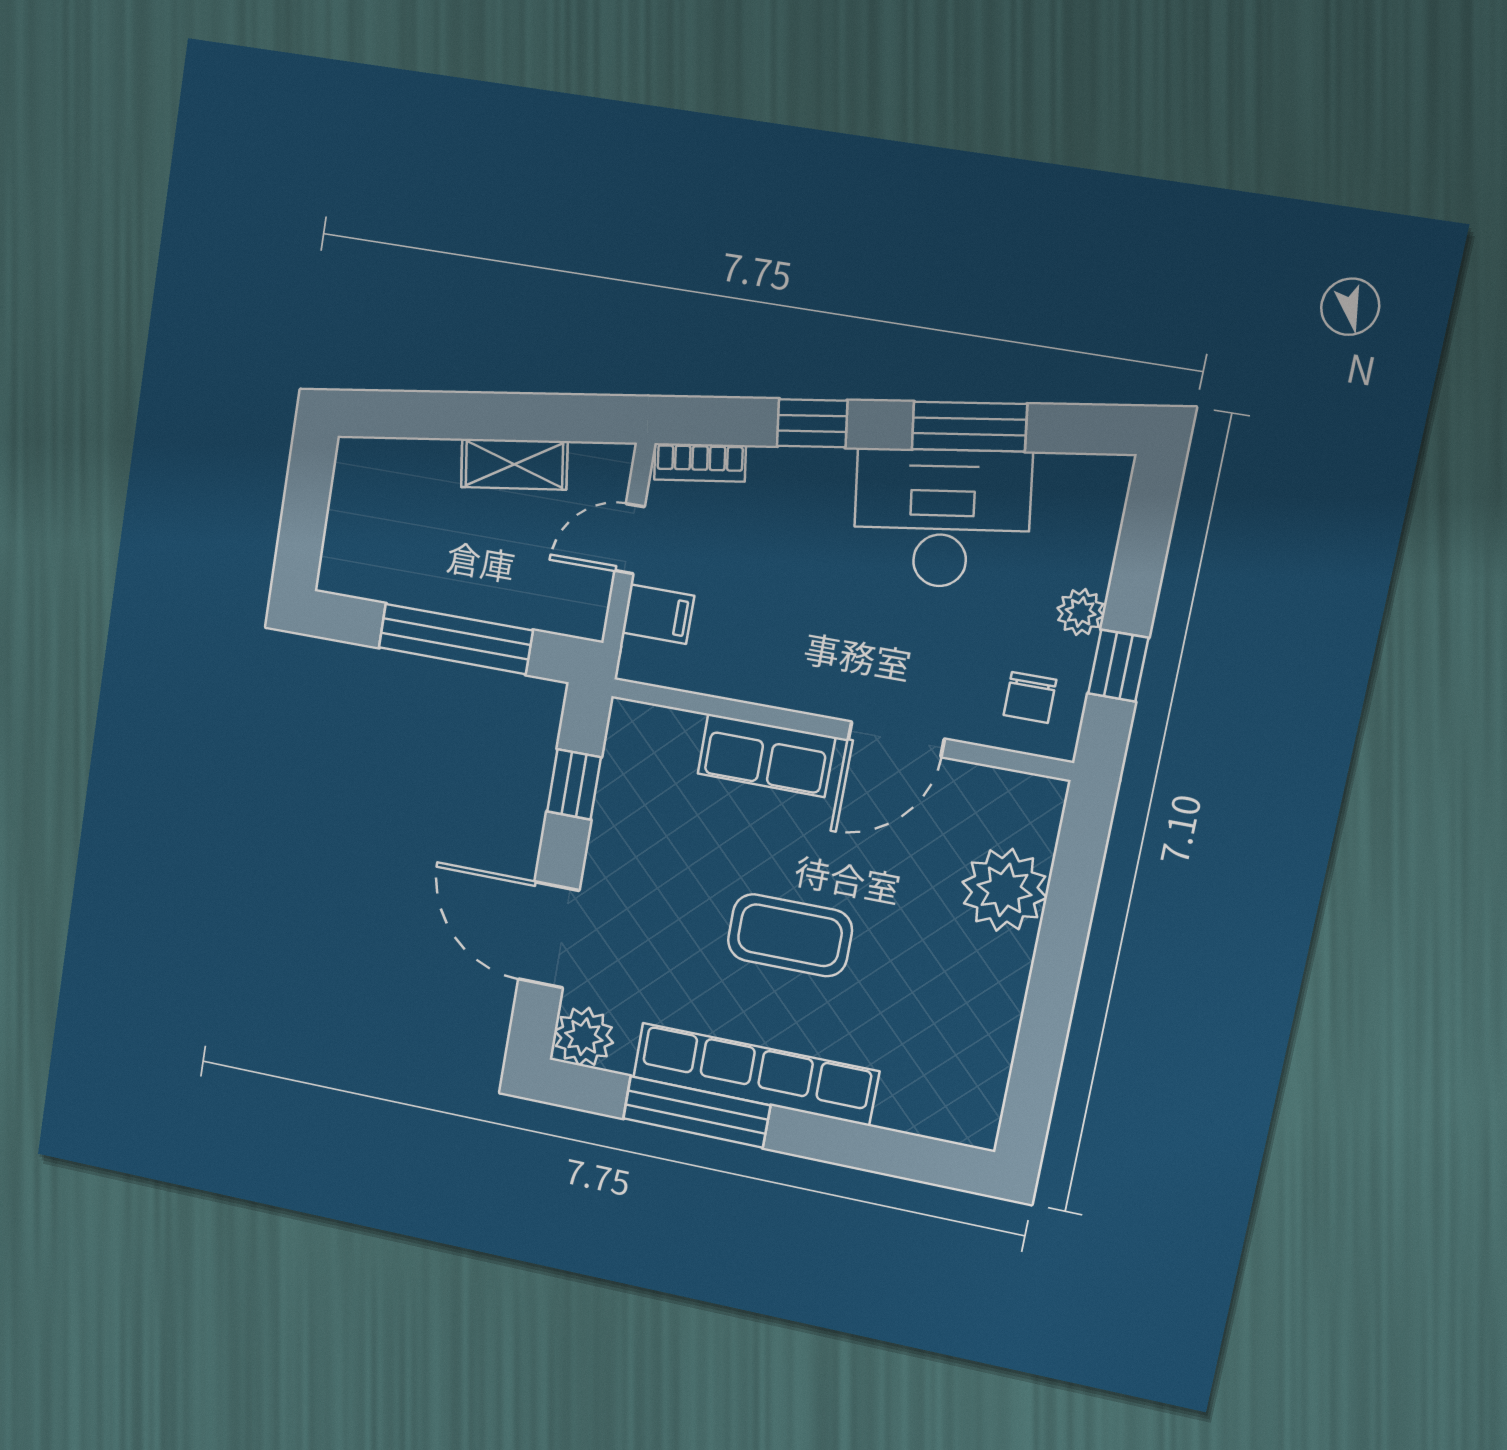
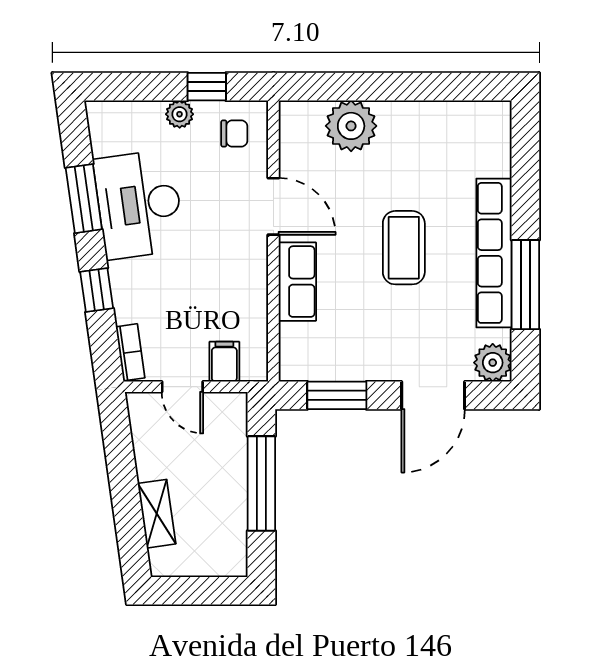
shelving: (514, 464) -> (157, 514), moved
window: (574, 784) -> (337, 395), width x1.50

